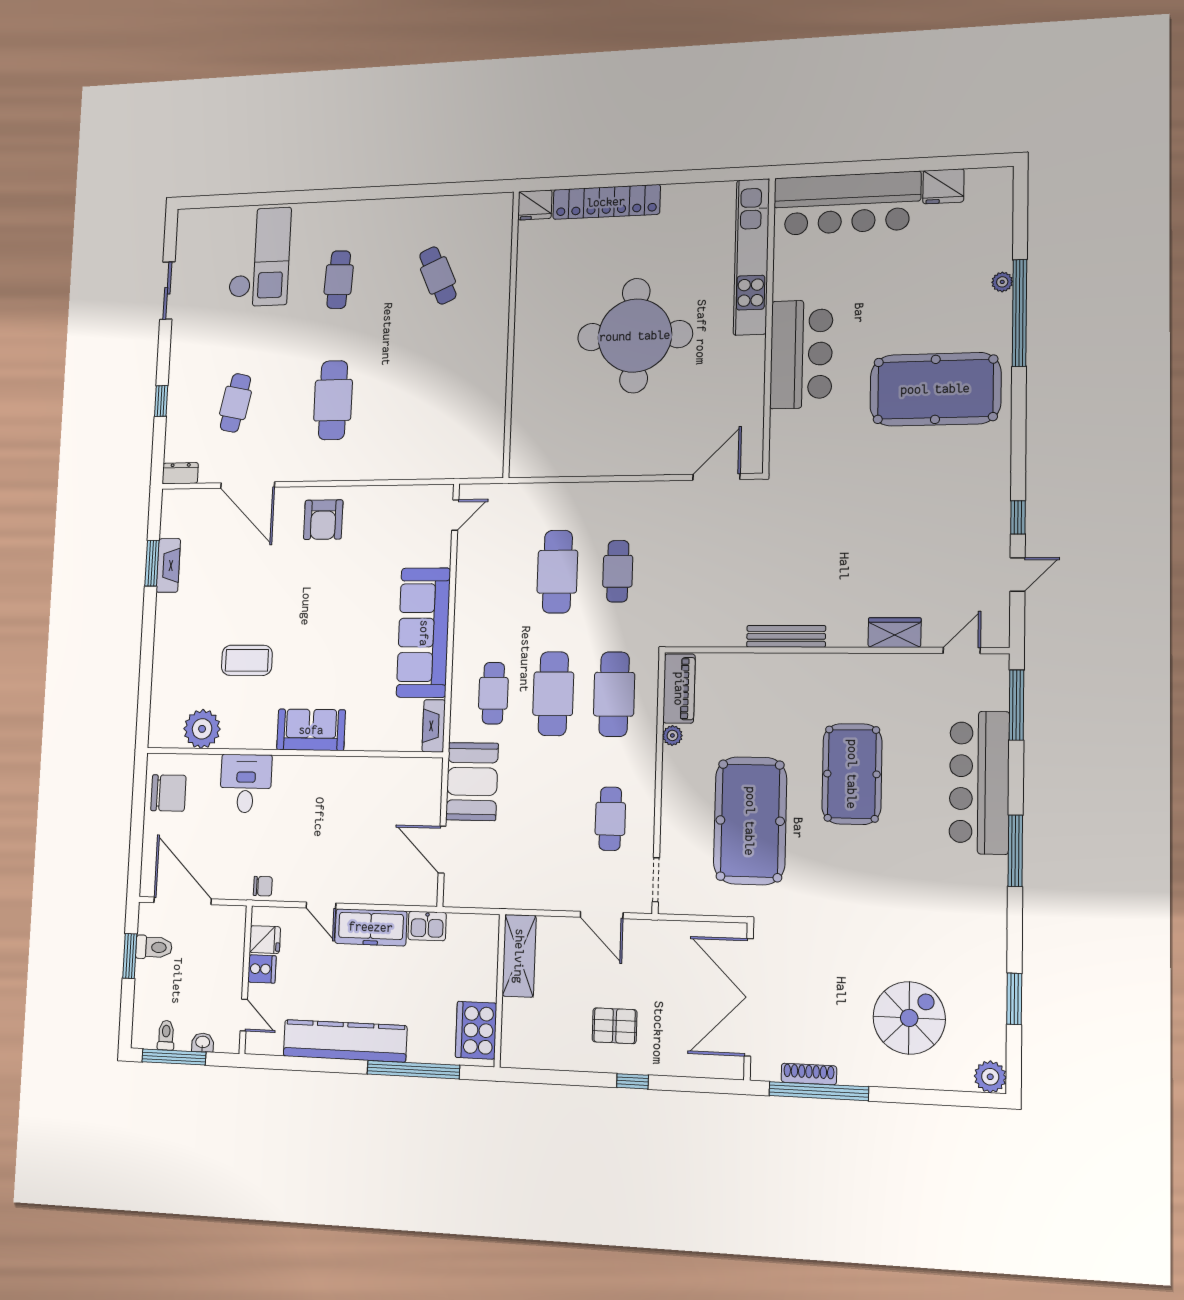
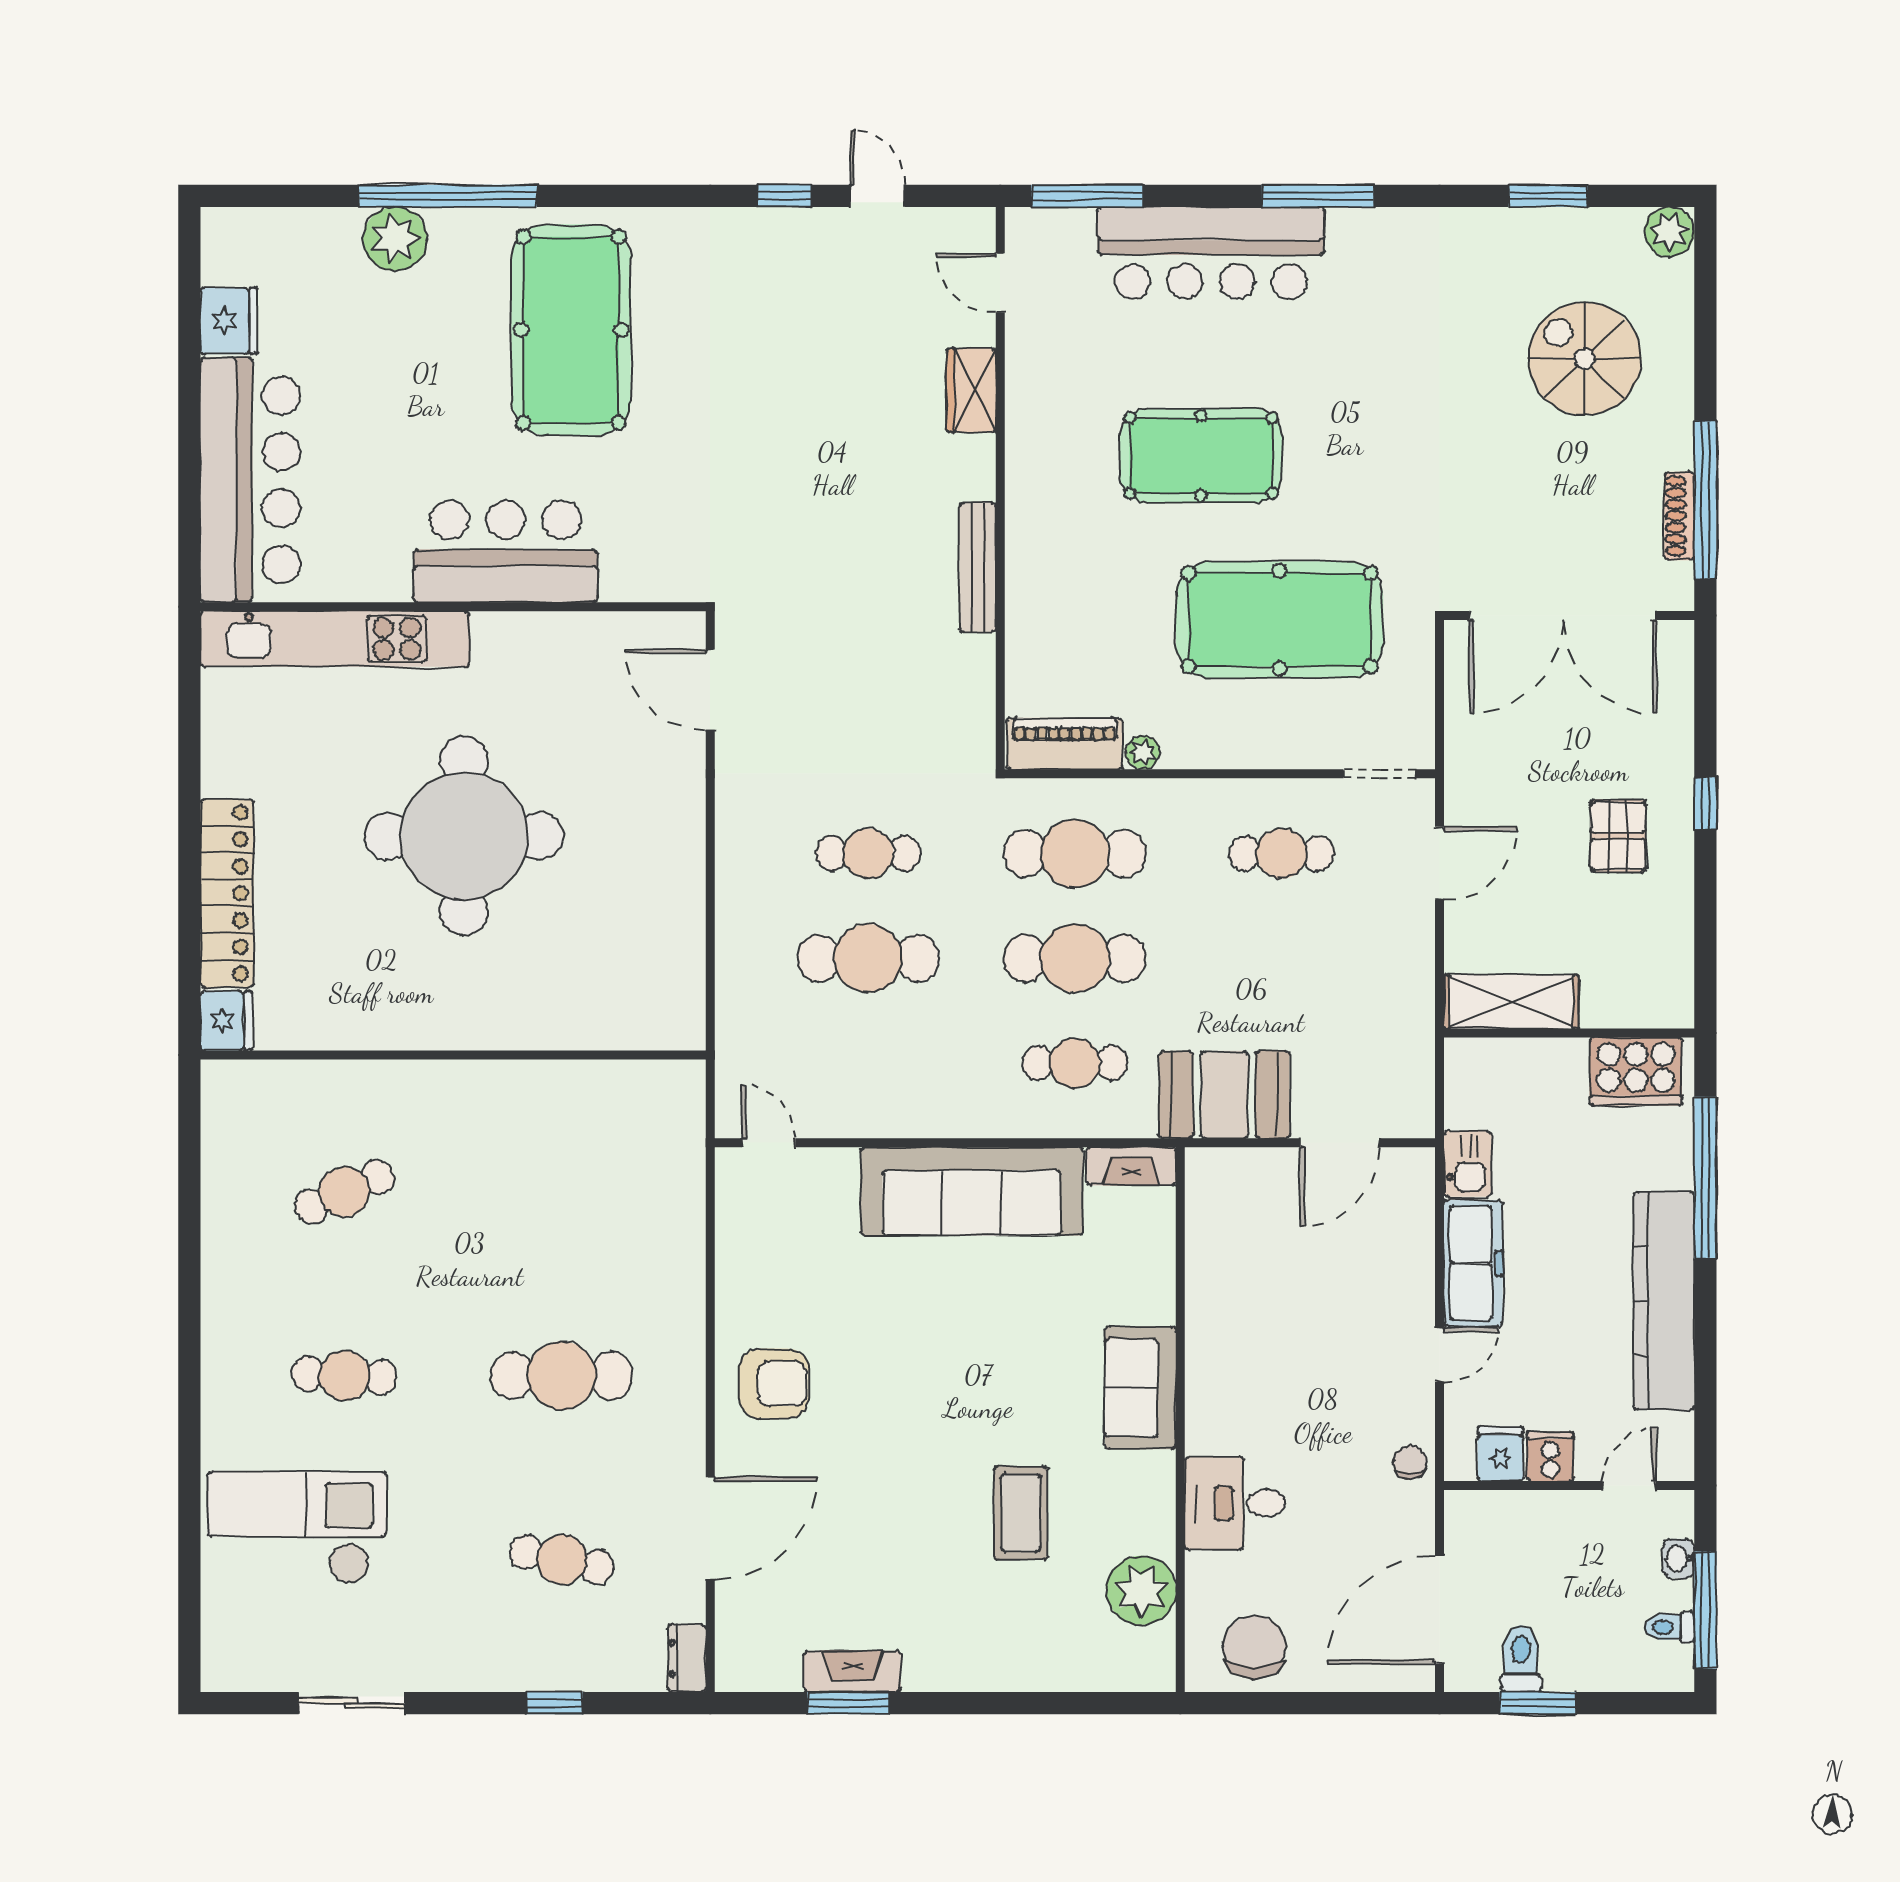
plant: (1002, 282) -> (395, 239), width x1.88, depth x1.88

